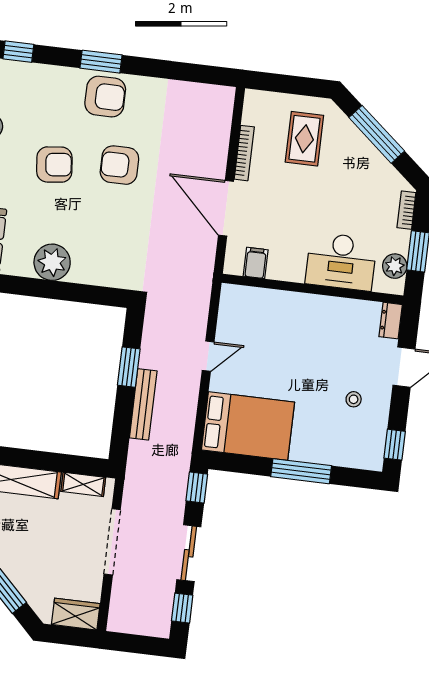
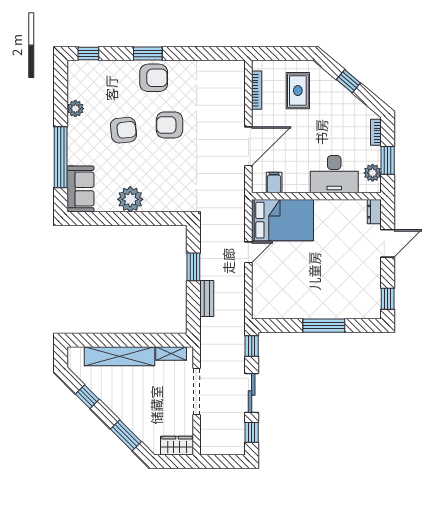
window: (377, 134) -> (348, 81), width x0.46
bookcase: (244, 153) -> (257, 90), moved
door: (226, 208) -> (248, 146), swing flipped
stool: (354, 399) -> (355, 270), removed
bench: (143, 404) -> (207, 298), width x0.73
bed: (248, 426) -> (283, 220), moved

